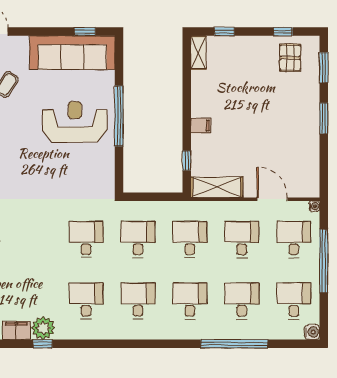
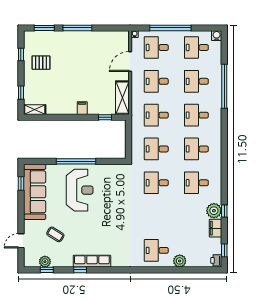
pallet: (290, 58) -> (41, 63), moved
window: (324, 118) -> (77, 28), width x1.44
reception desk: (75, 122) -> (80, 190), turned 180

